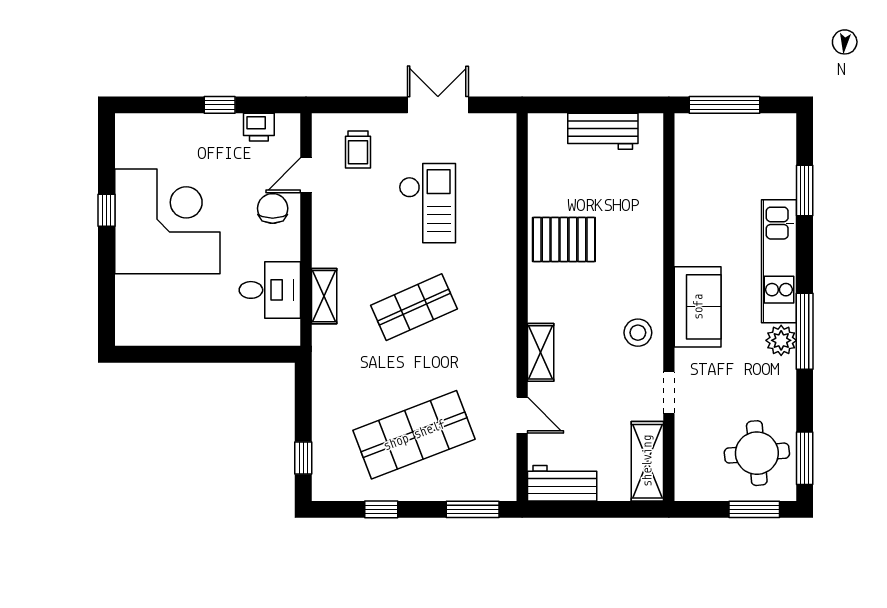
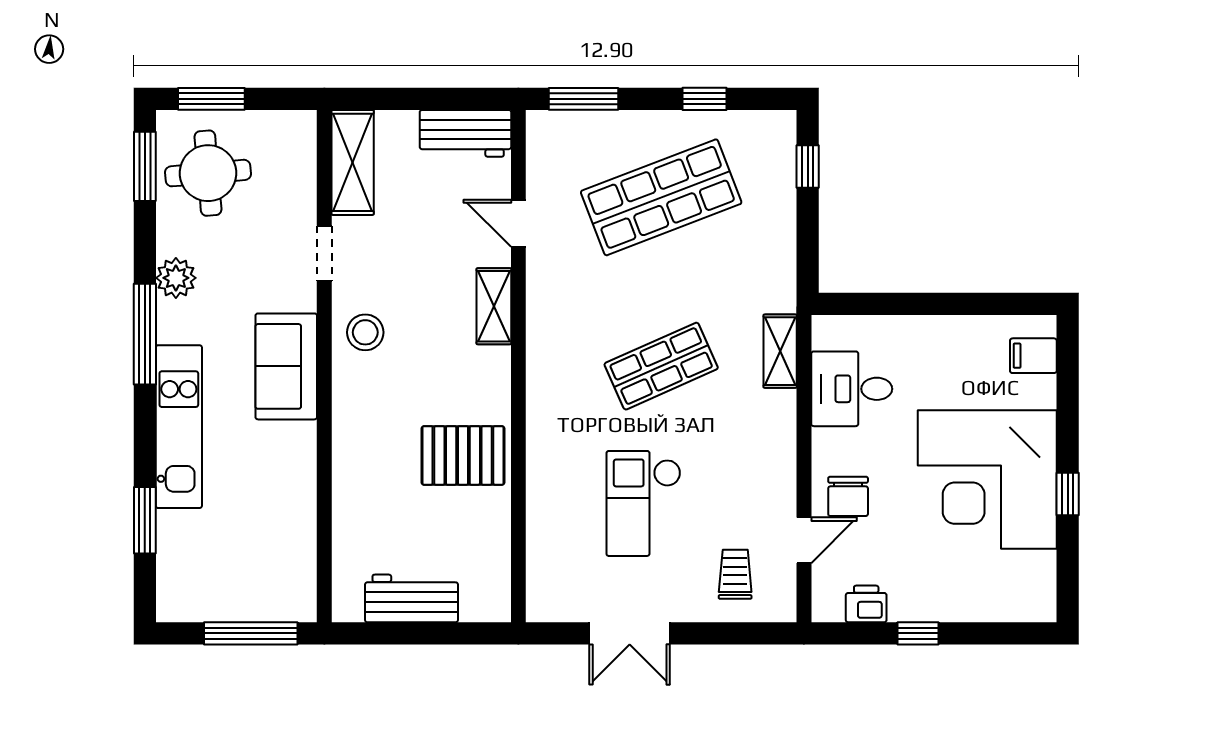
shelving: (324, 296) -> (780, 351), moved
filing cabinet: (132, 315) -> (1033, 356), added
plant: (781, 340) -> (176, 278), moved

